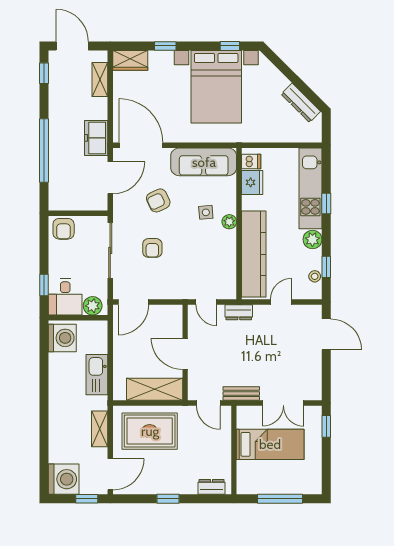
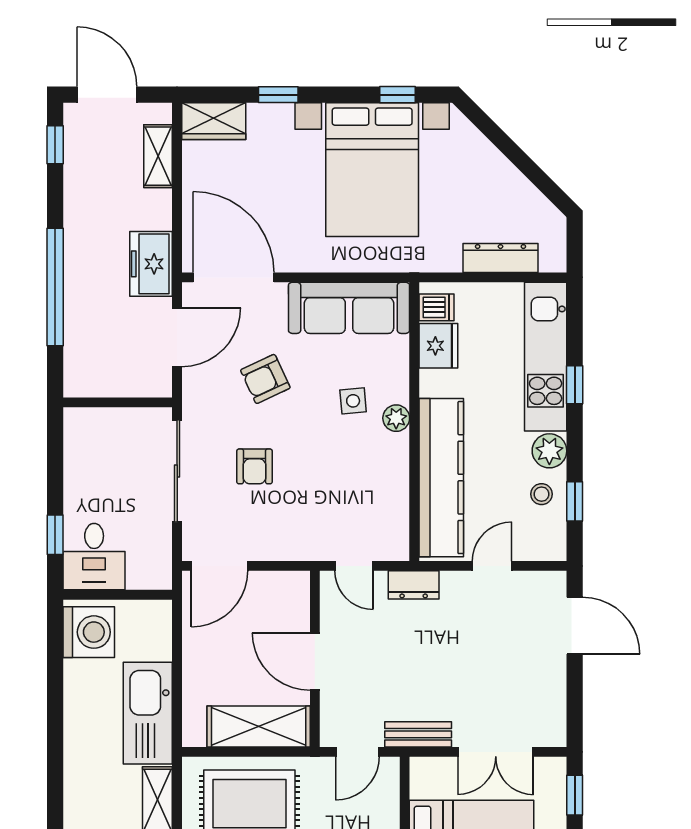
dresser: (301, 103) -> (500, 258), moved, turned 135
armchair: (64, 229) -> (91, 431), removed
stool: (315, 276) -> (542, 494), moved
plant: (93, 306) -> (145, 573), removed
kitchen sink: (97, 375) -> (148, 713), width x1.36, depth x1.24
door: (208, 403) -> (357, 752), hinge flipped

